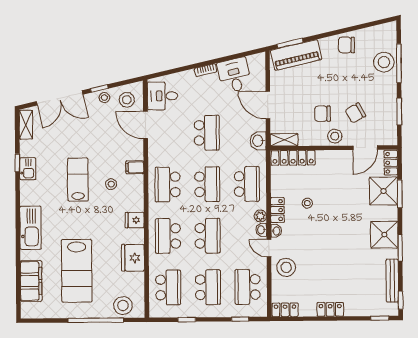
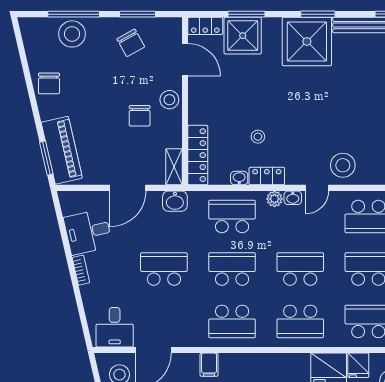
chair: (355, 113) -> (131, 43), moved
fridge: (135, 220) -> (358, 365), moved
washbasin: (276, 231) -> (239, 178), moved
shower: (384, 235) -> (307, 41), width x1.37, depth x1.37

